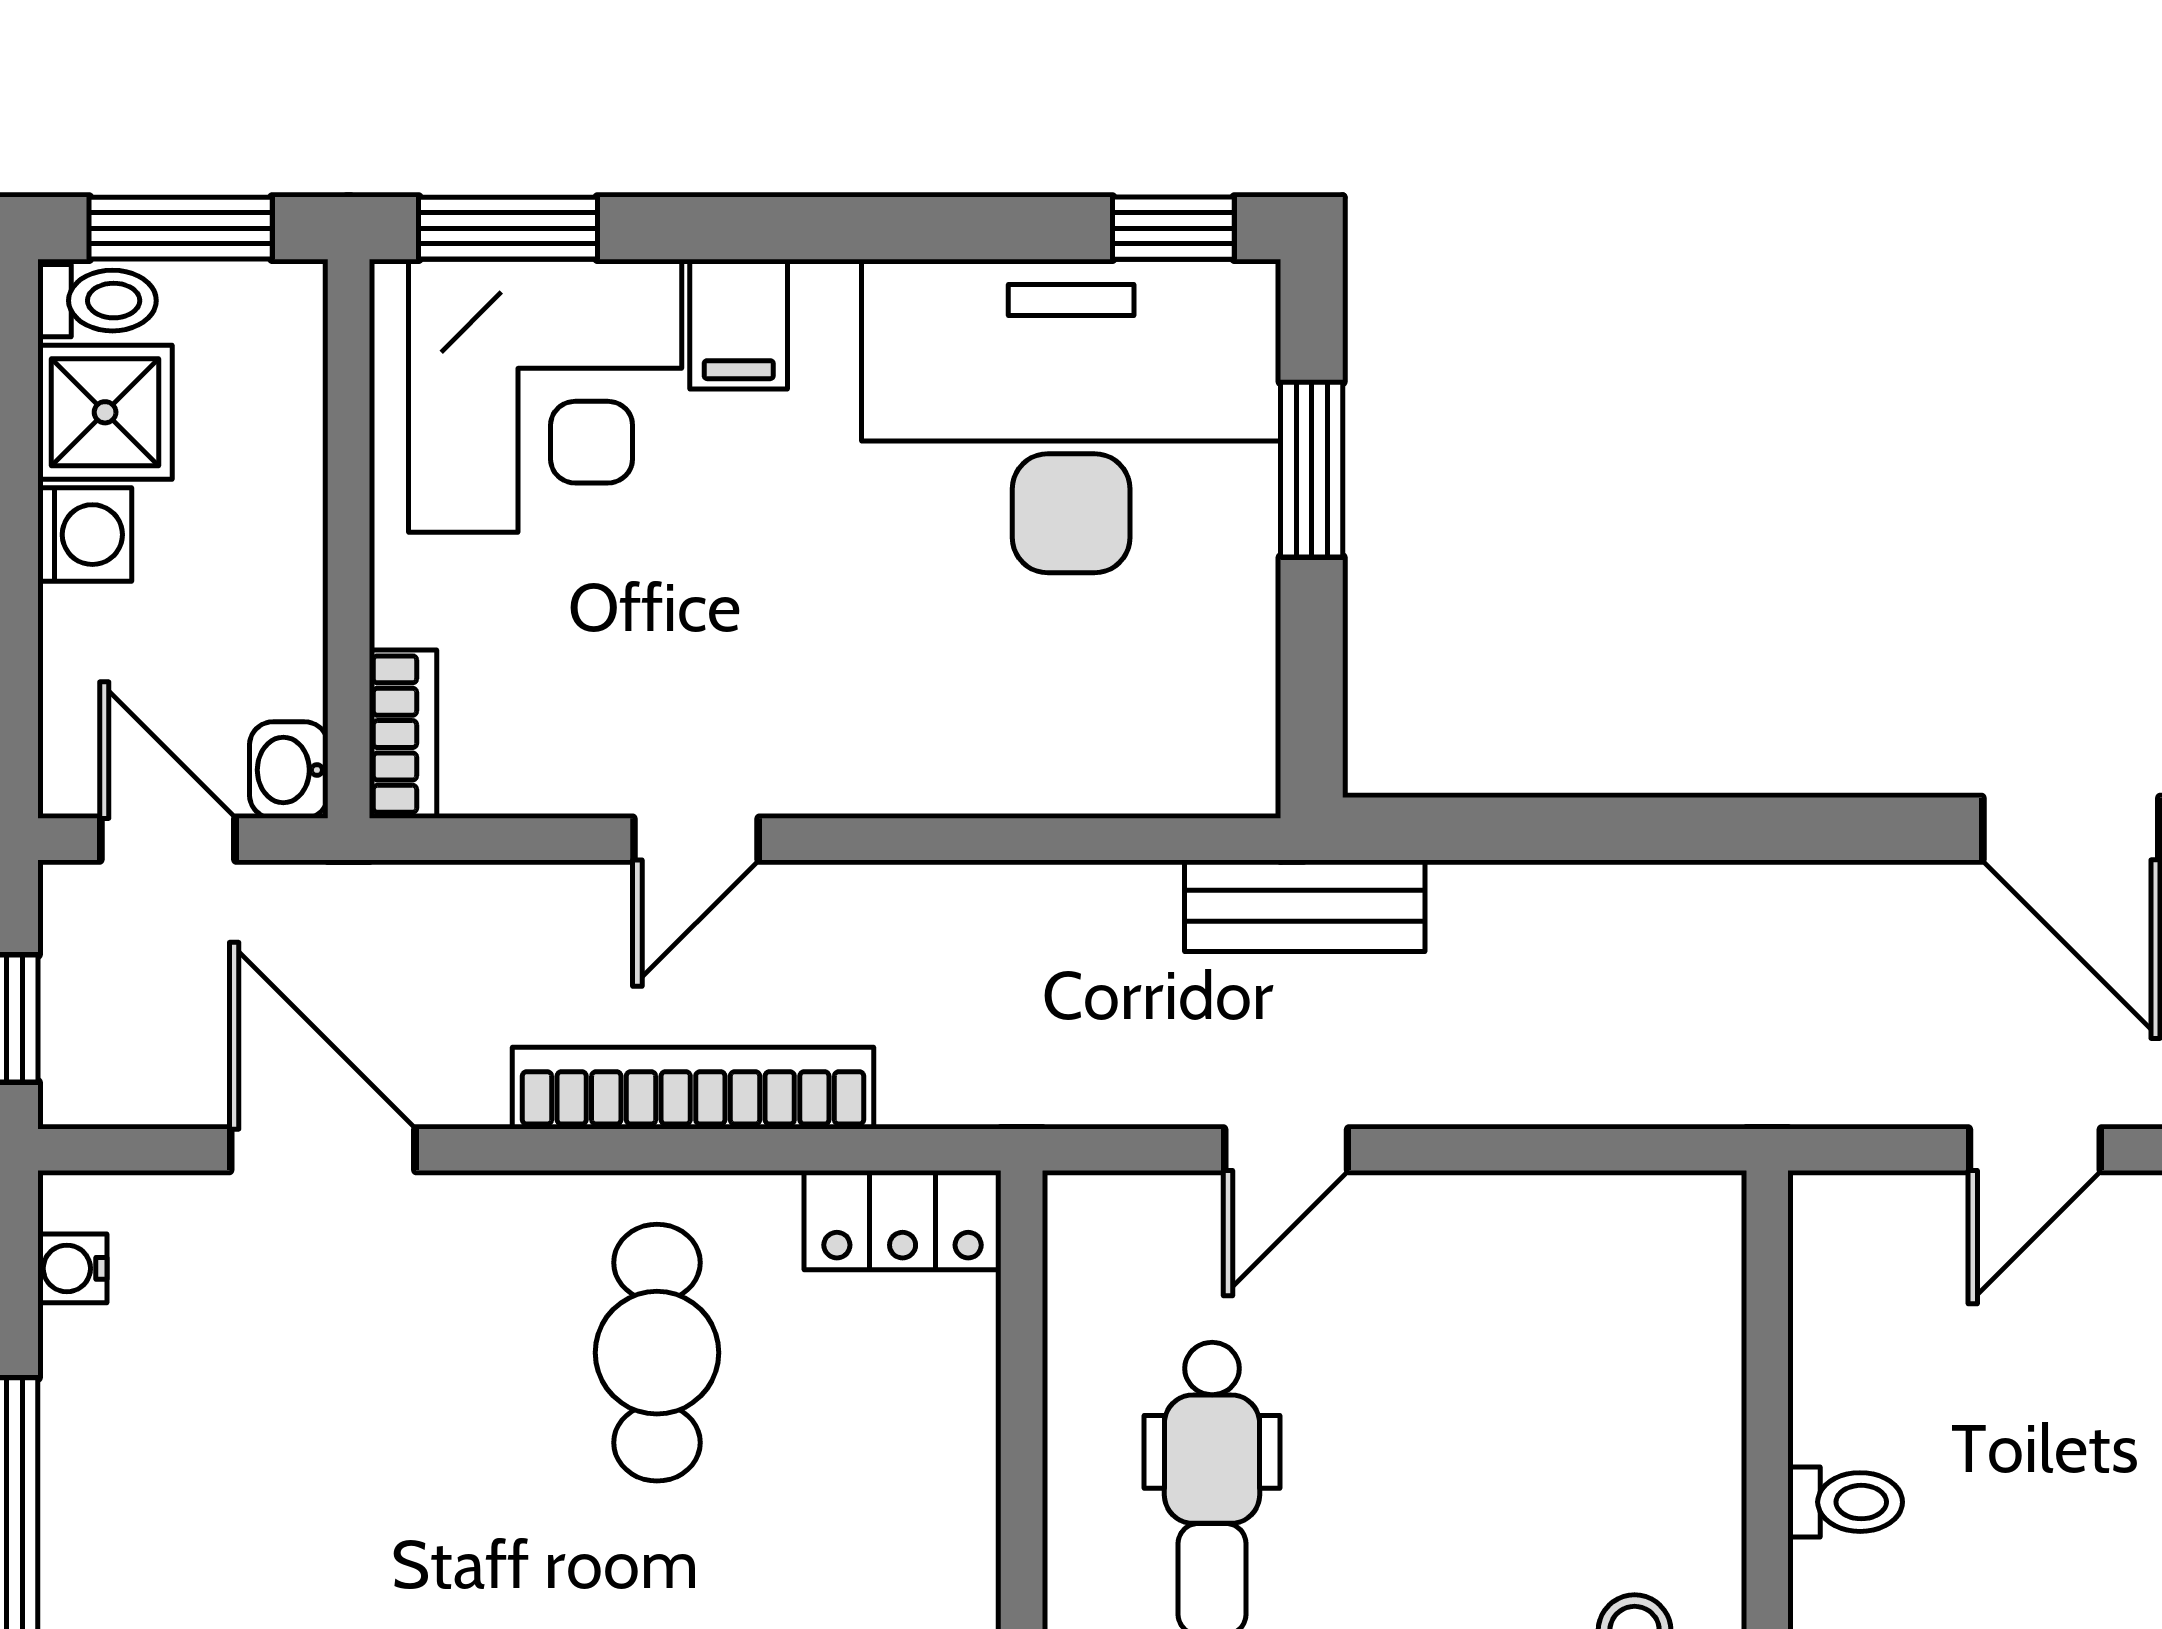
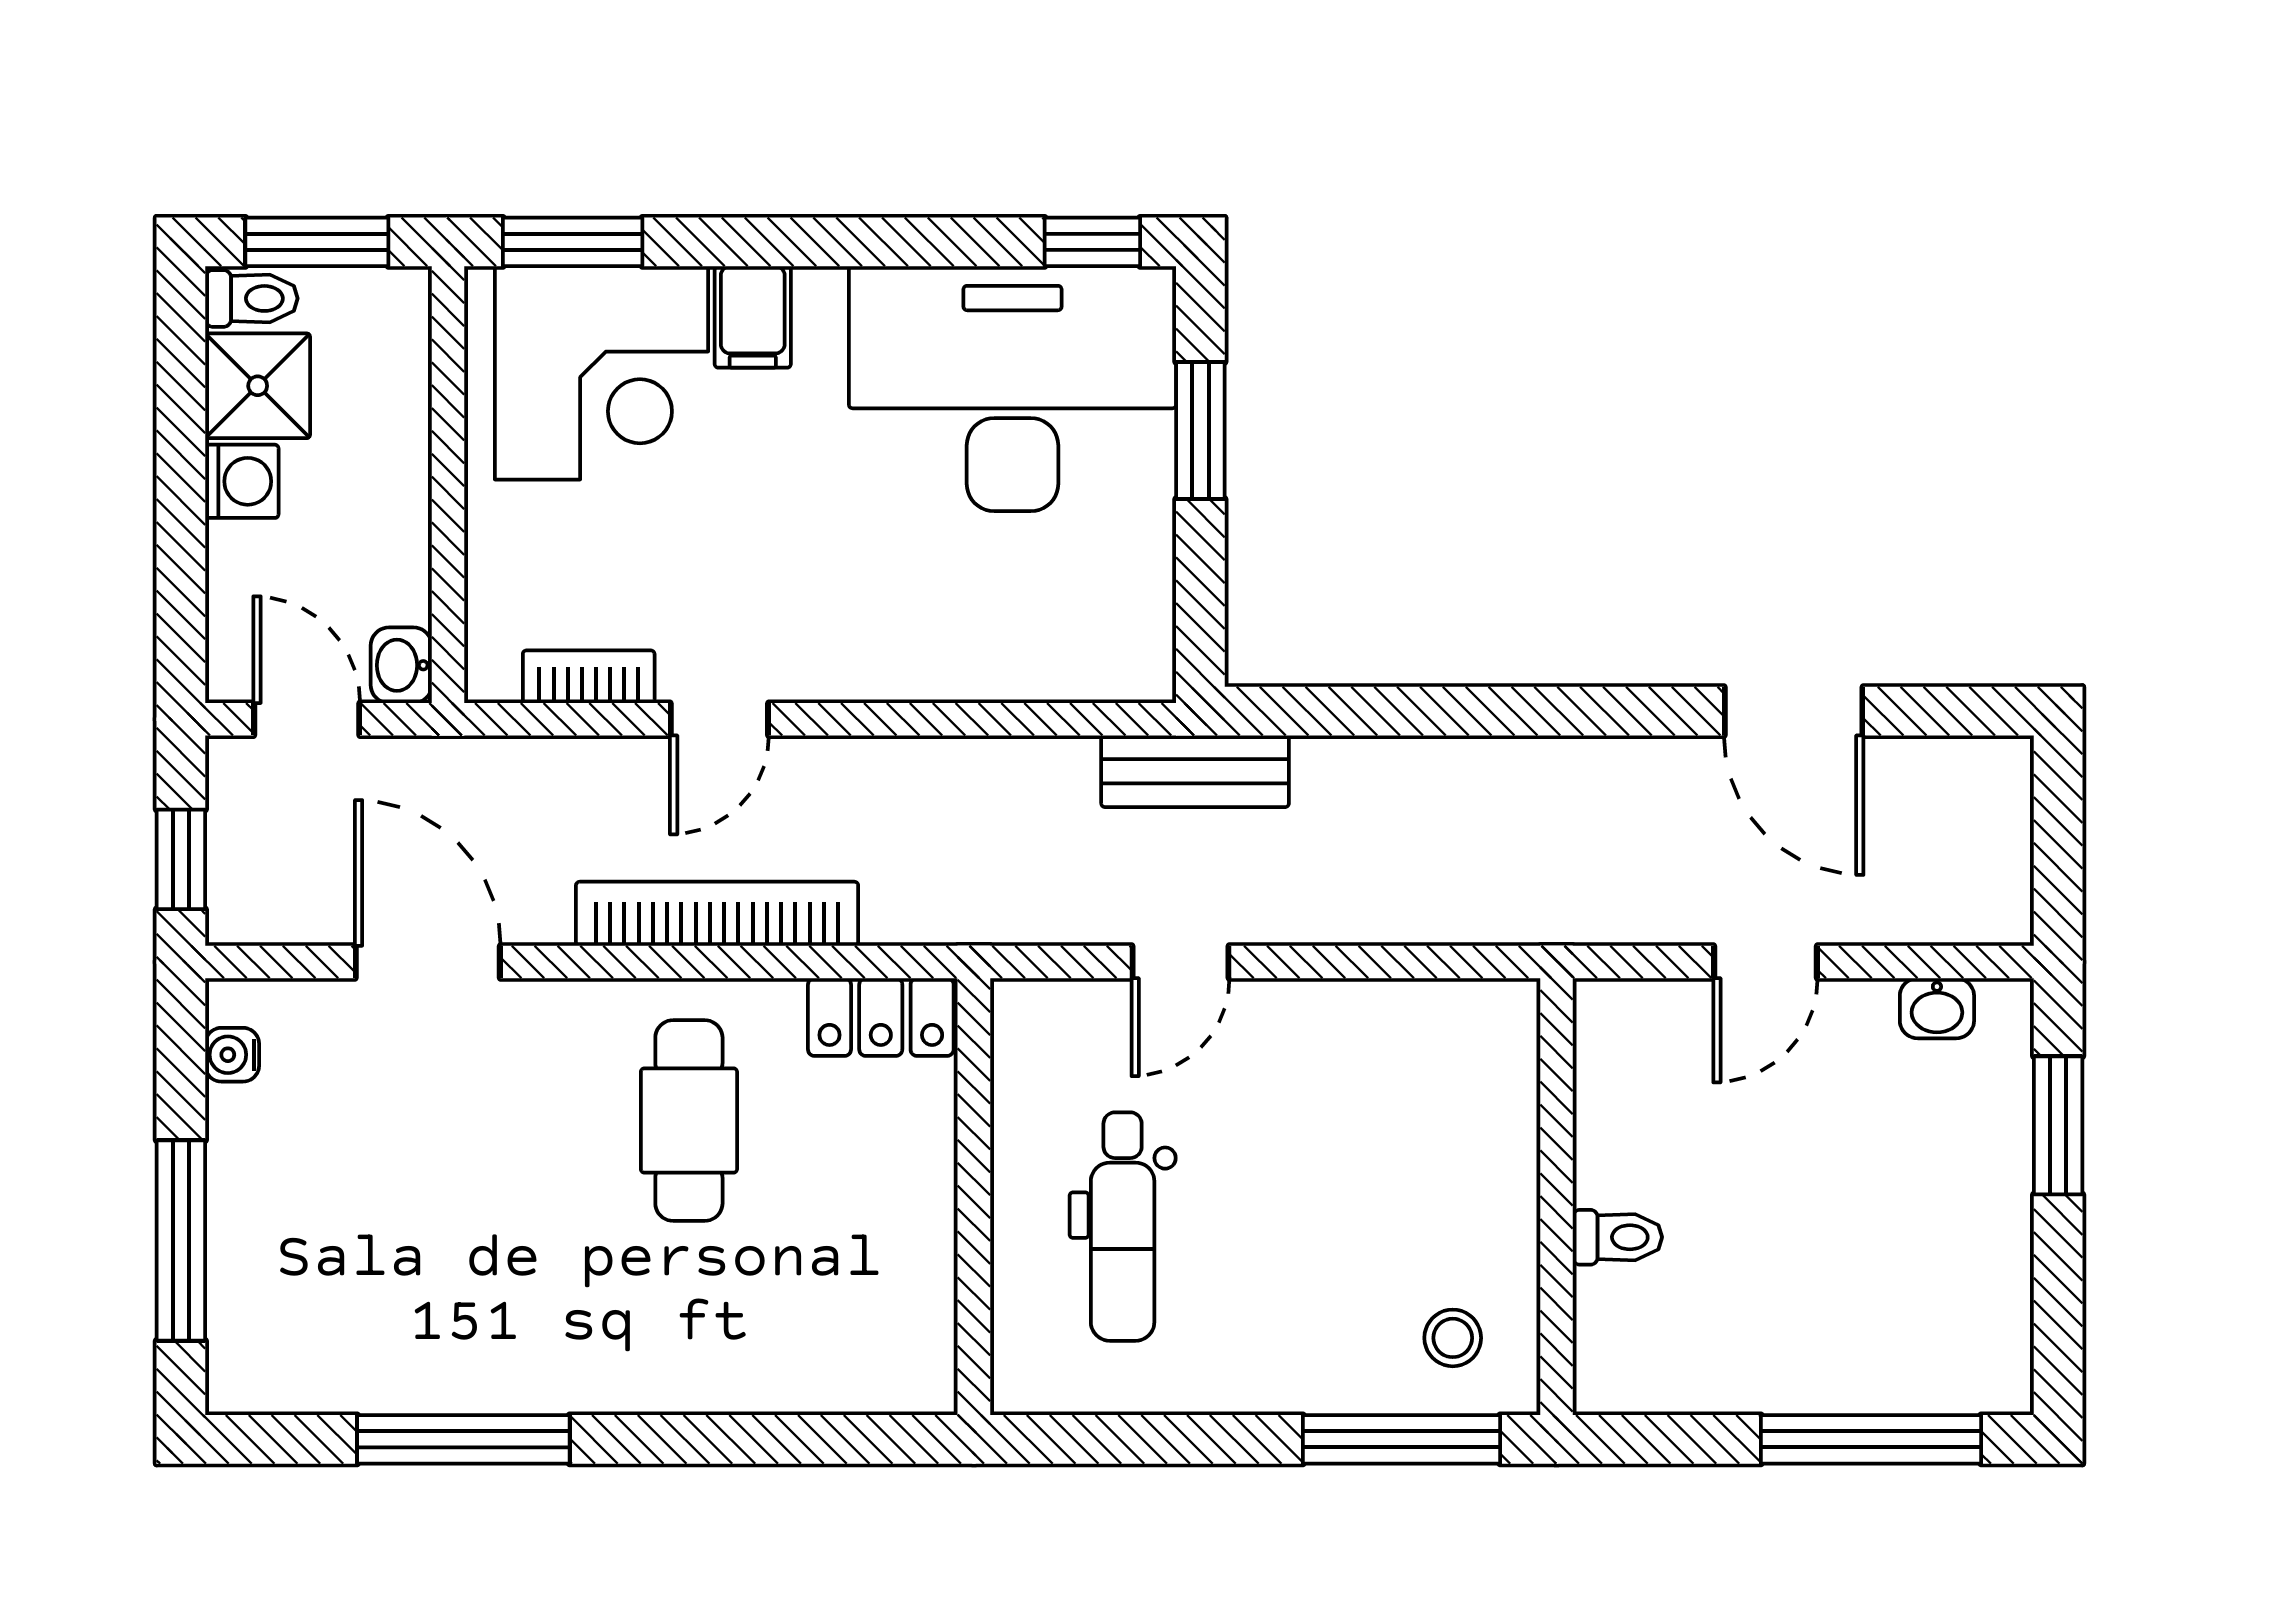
bookcase: (403, 734) -> (589, 677), moved, turned -90

